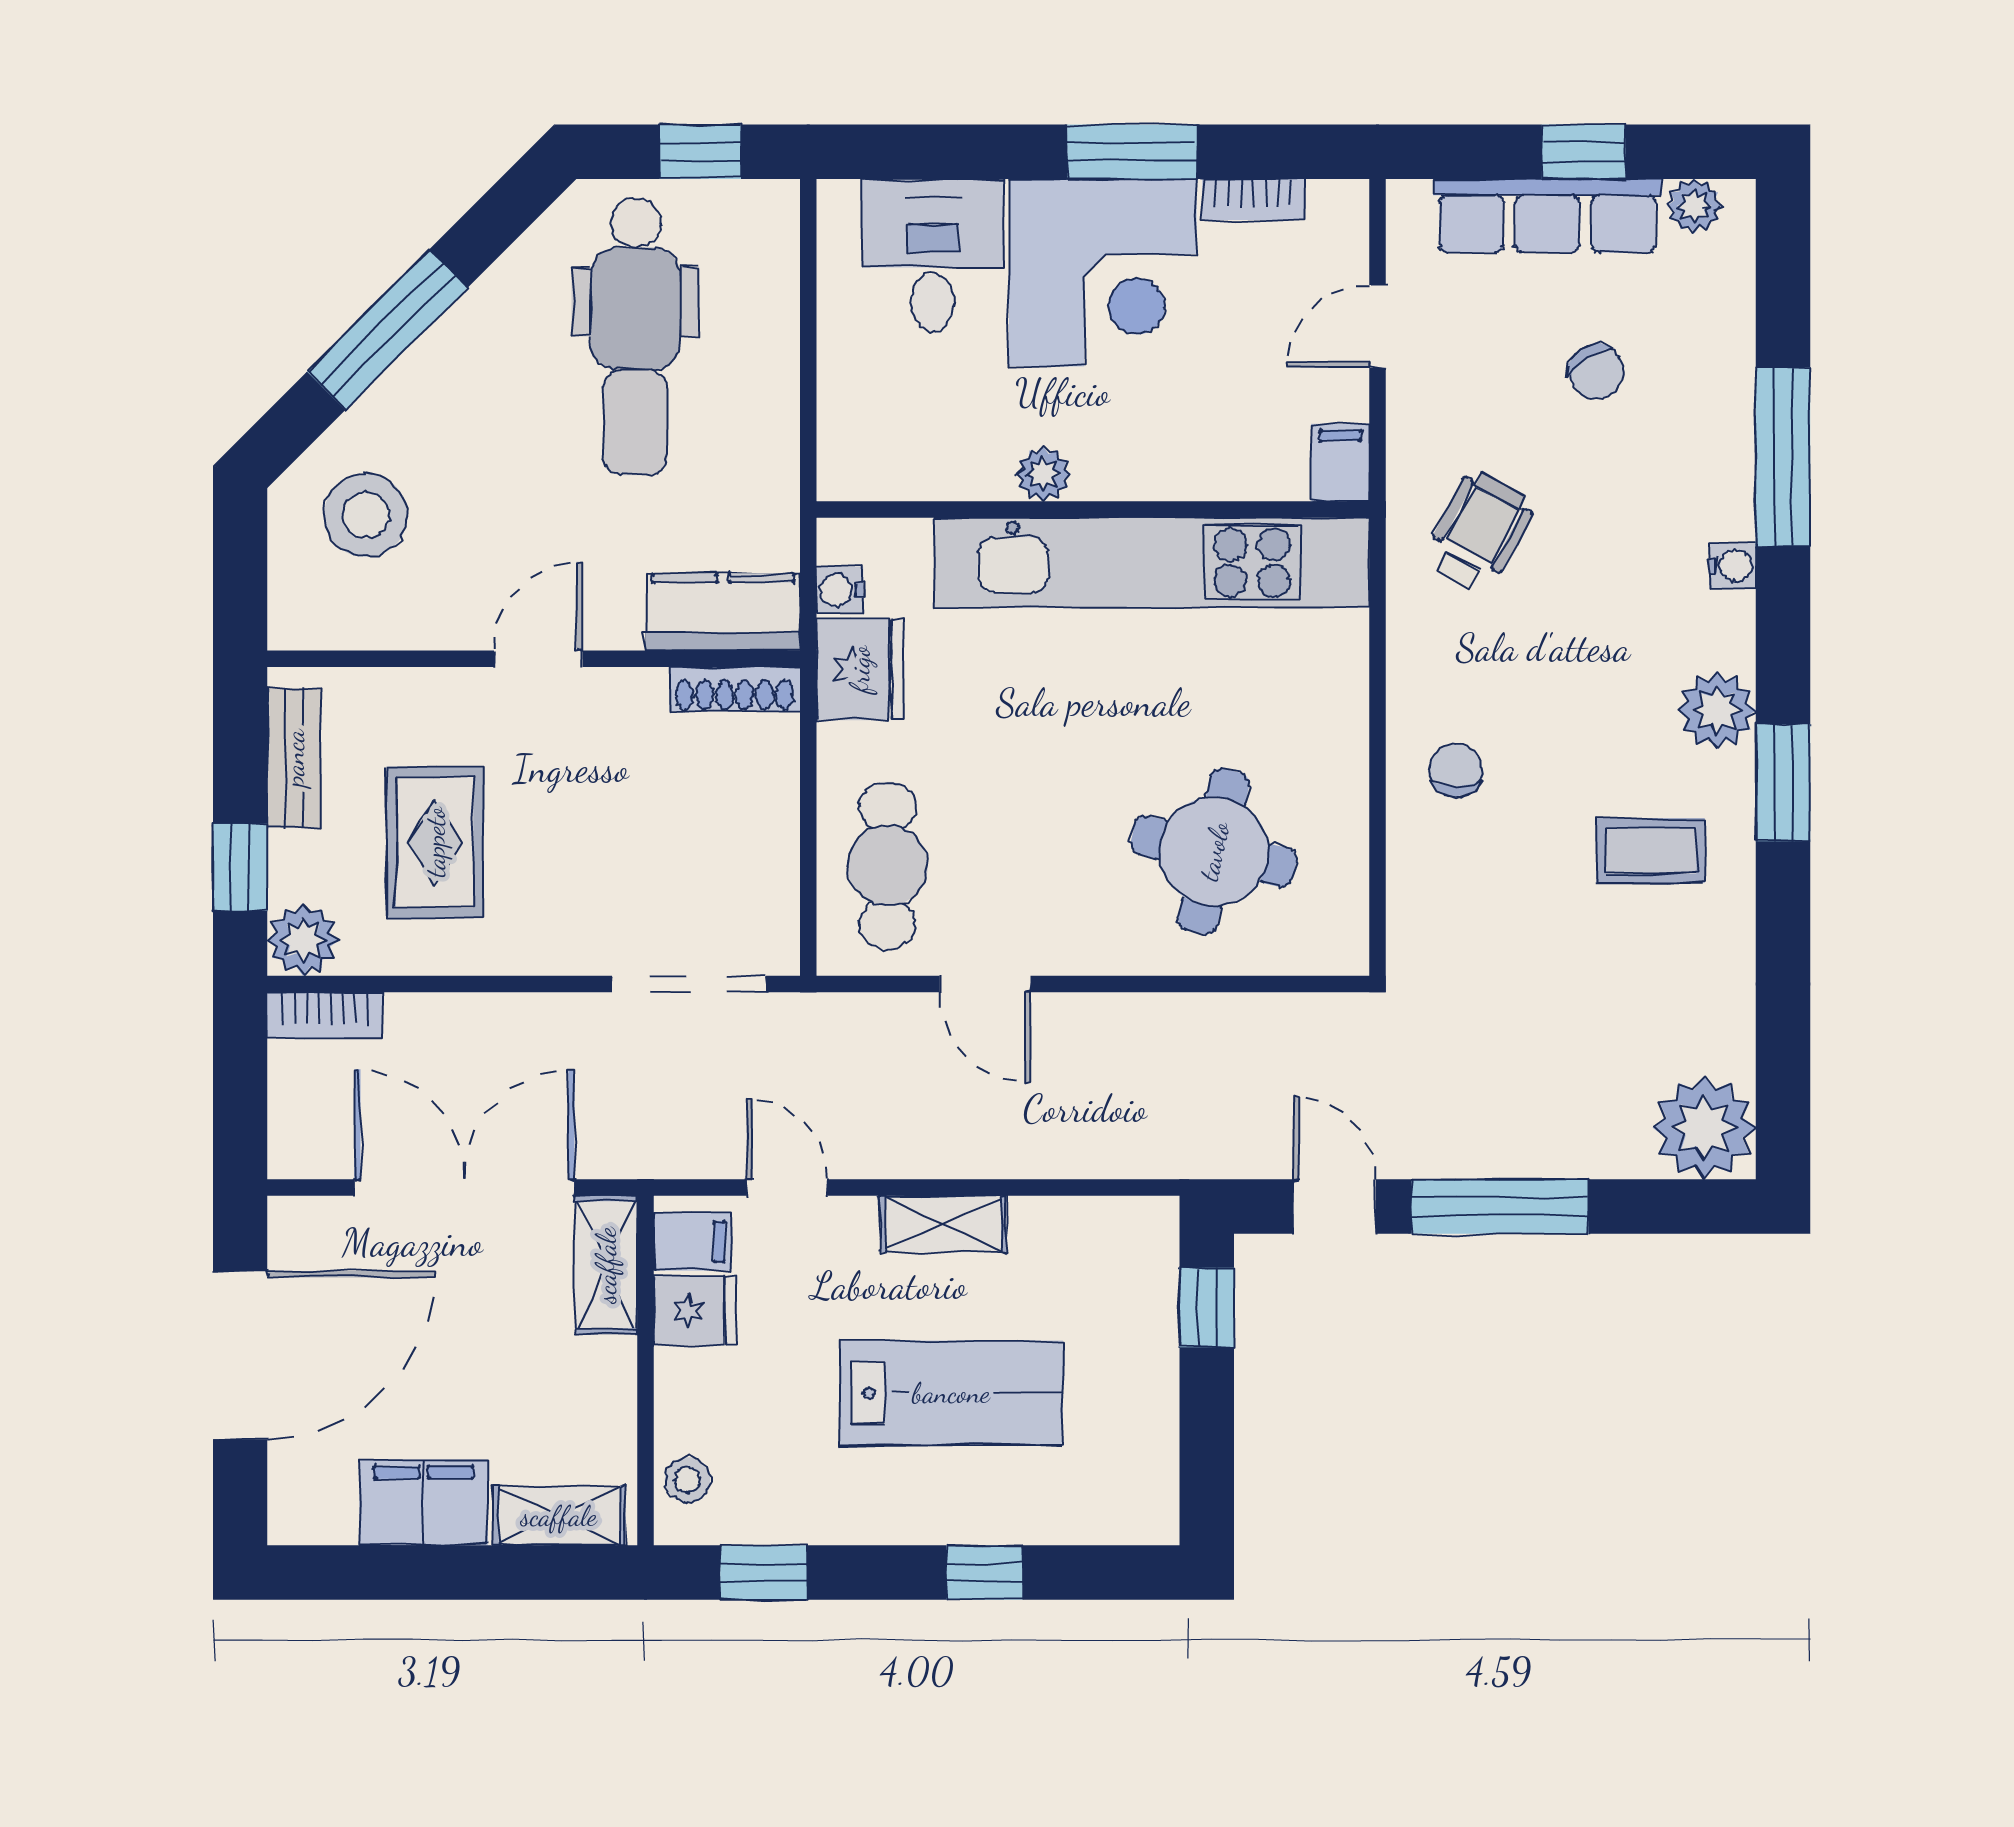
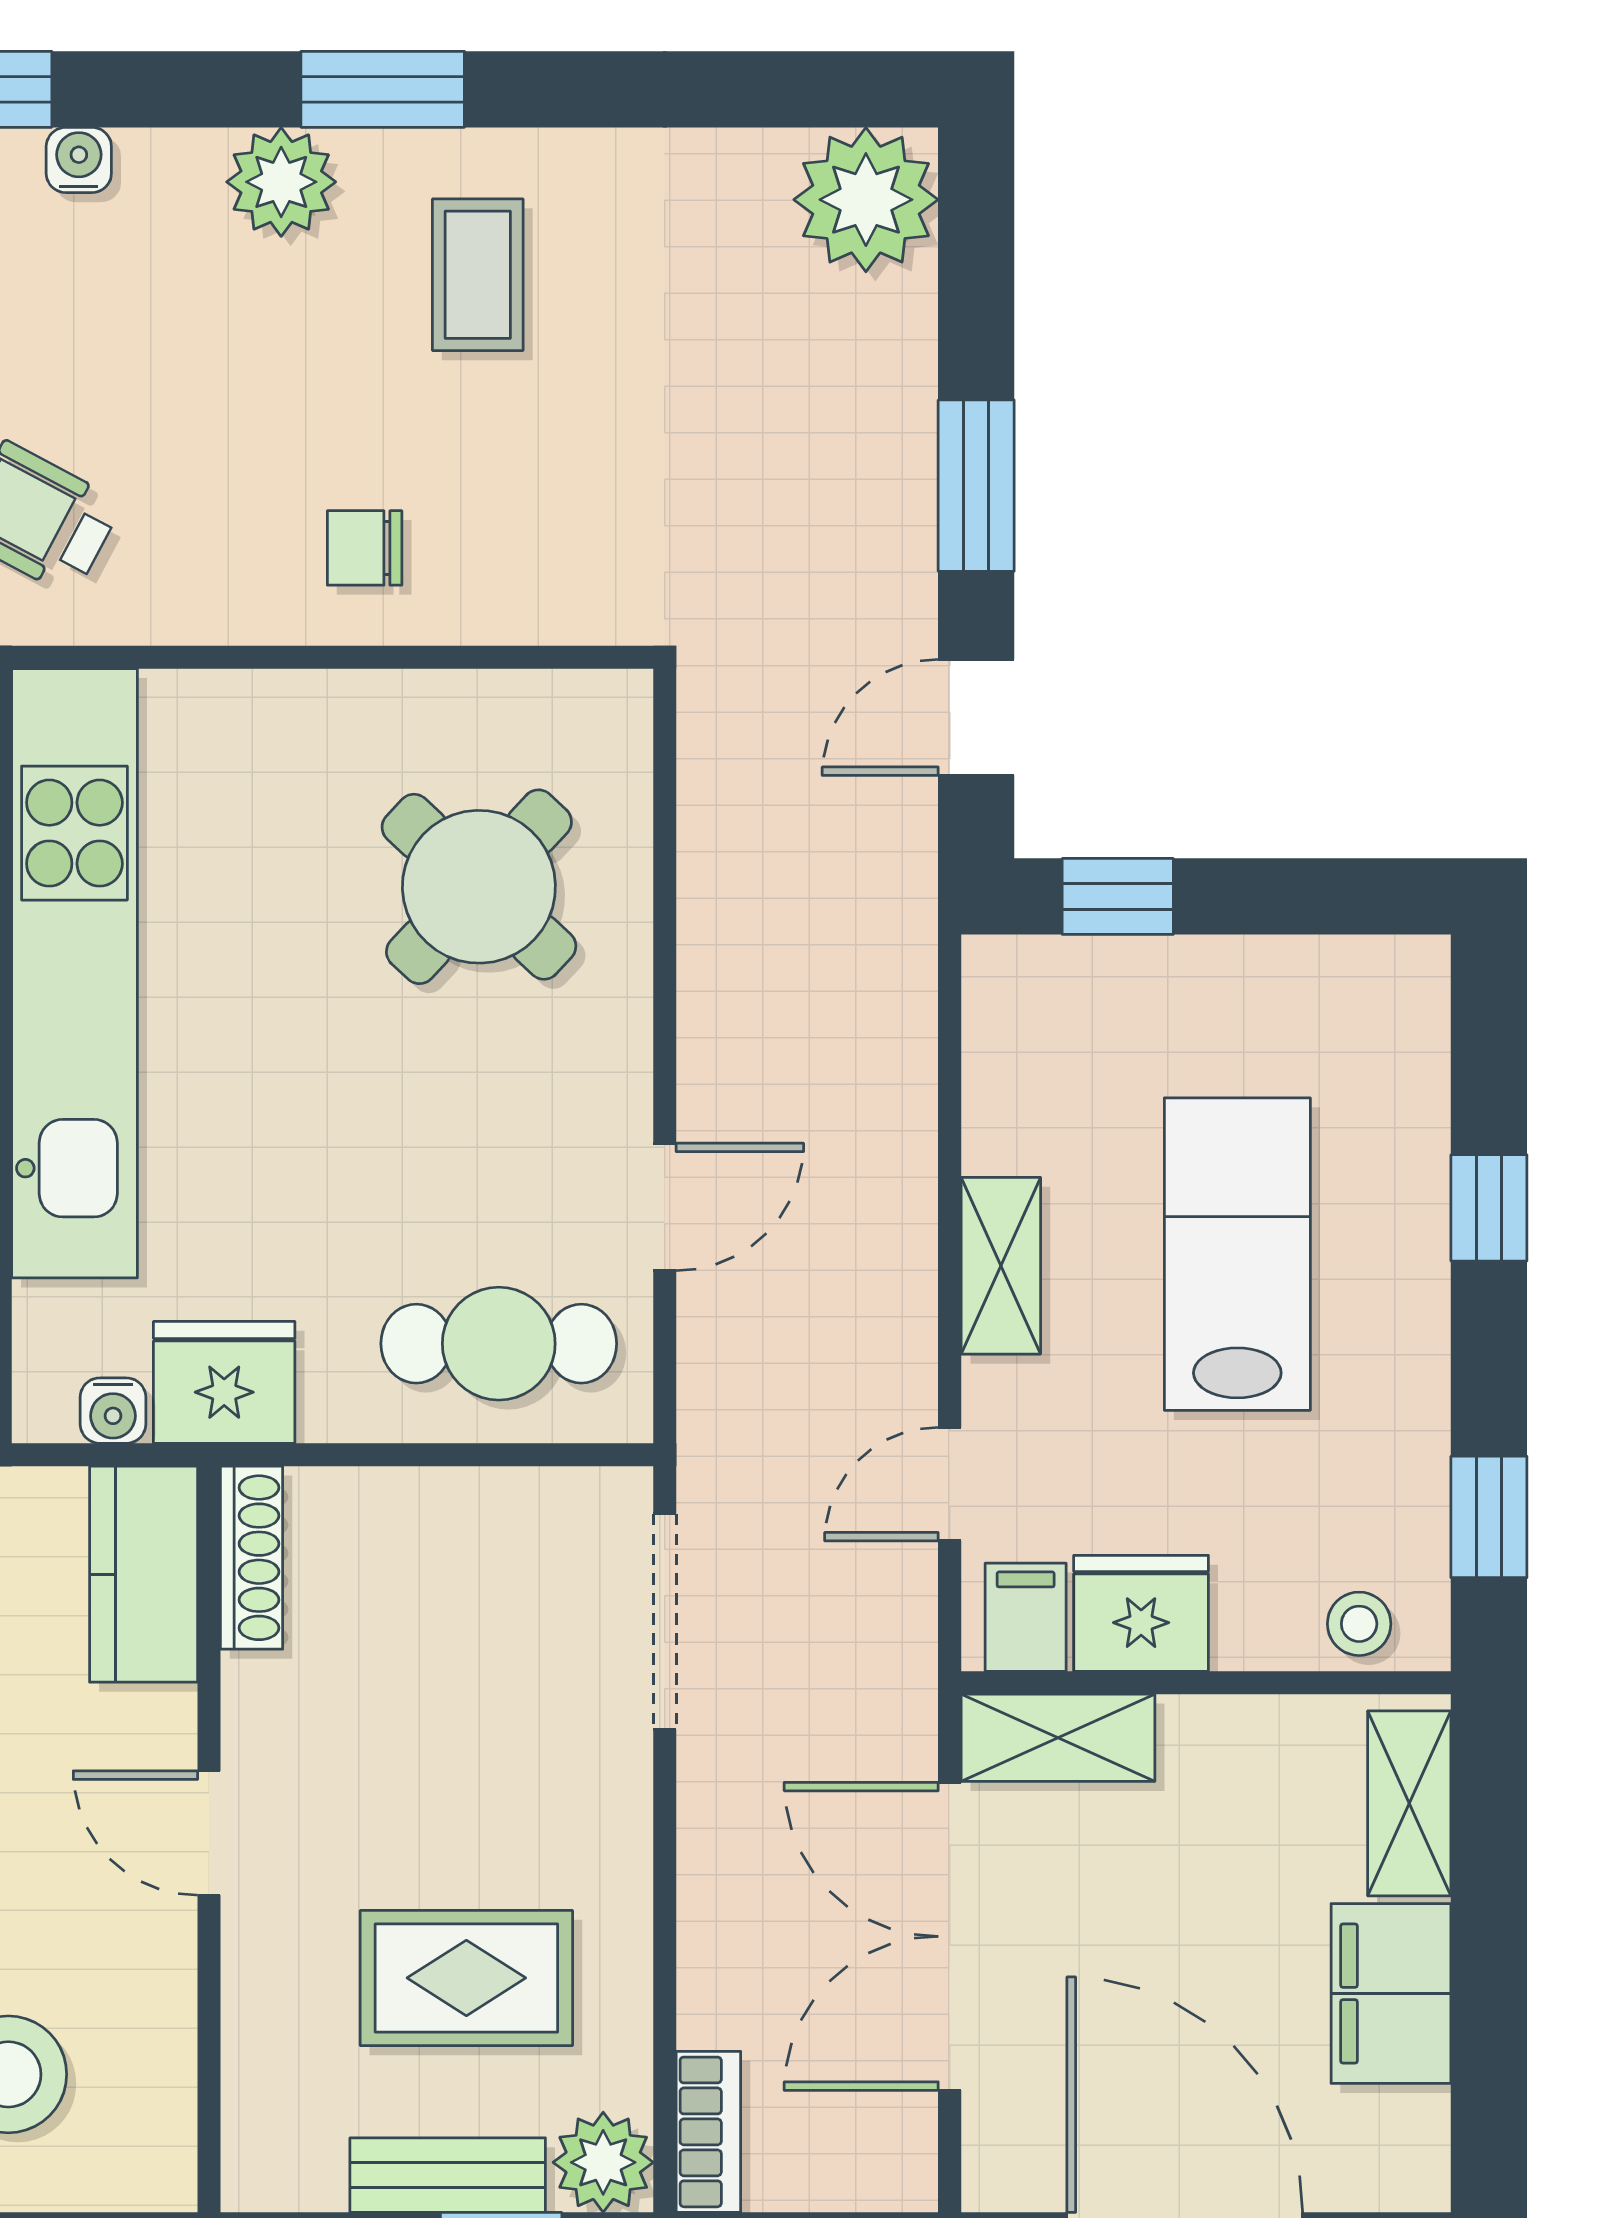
bench: (294, 758) -> (448, 2175), moved
round table: (1214, 851) -> (479, 887), turned 30
window: (1500, 1206) -> (976, 486), width x0.69
fridge: (695, 1311) -> (1141, 1613), width x1.38

